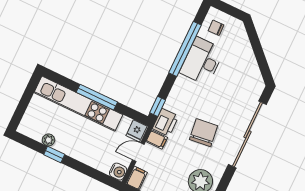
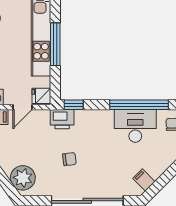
chair: (203, 133) -> (69, 159), width x0.54, depth x0.54
filing cabinet: (157, 139) -> (144, 180), moved, turned 135
door: (138, 152) -> (22, 107), swing flipped

